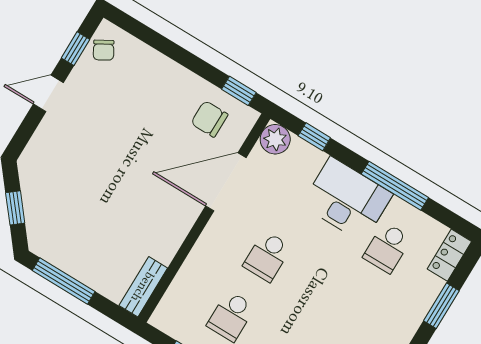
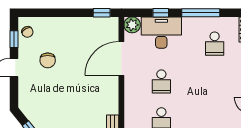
chair: (209, 119) -> (48, 60), moved, turned -90
window: (314, 137) -> (161, 13), moved
desk: (347, 199) -> (161, 33), moved

